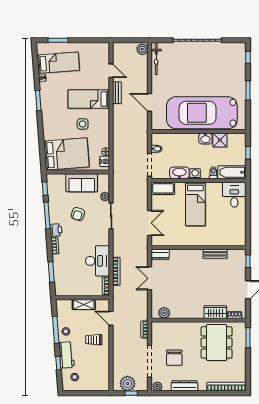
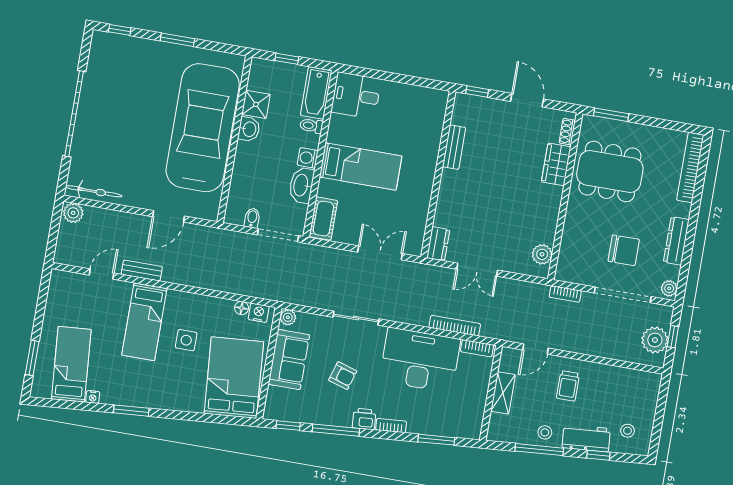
car: (202, 113) -> (203, 128), turned 180
plant: (105, 196) -> (288, 317), moved
desk: (98, 261) -> (420, 360), width x1.36, depth x1.30

